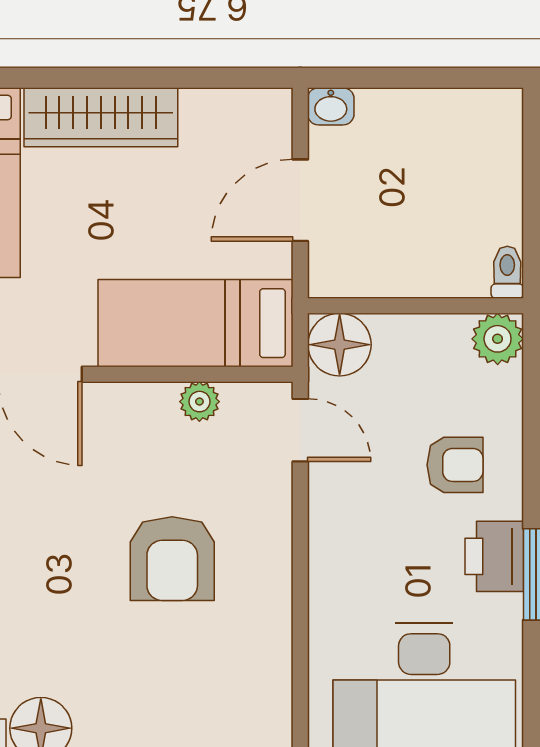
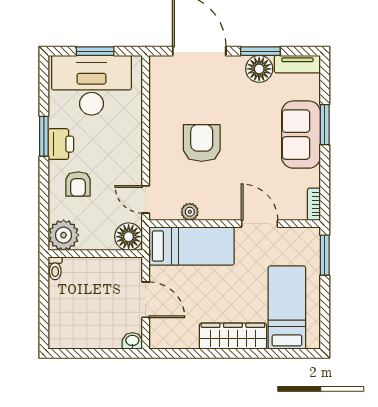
door: (300, 200) -> (146, 300), hinge flipped
plant: (498, 339) -> (64, 235), width x1.36, depth x1.36
armchair: (455, 465) -> (78, 184), turned -90

